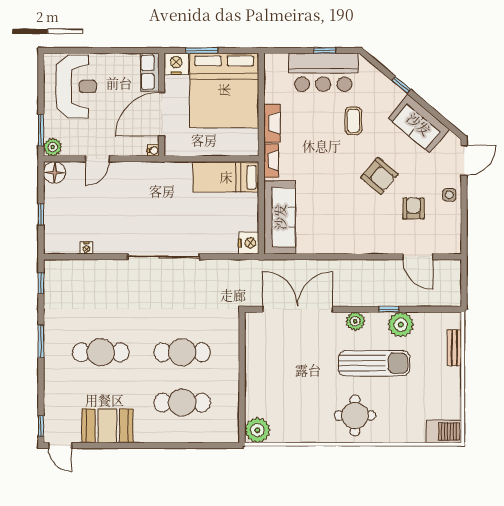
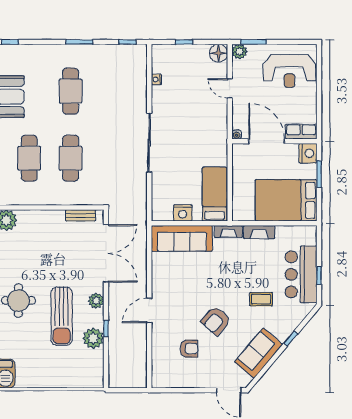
bed: (224, 90) -> (286, 200), width x0.73
side table: (449, 195) -> (200, 378), removed
nightstand: (249, 243) -> (183, 213), moved
door: (418, 257) -> (149, 311), moved
bench: (454, 348) -> (81, 215), moved

